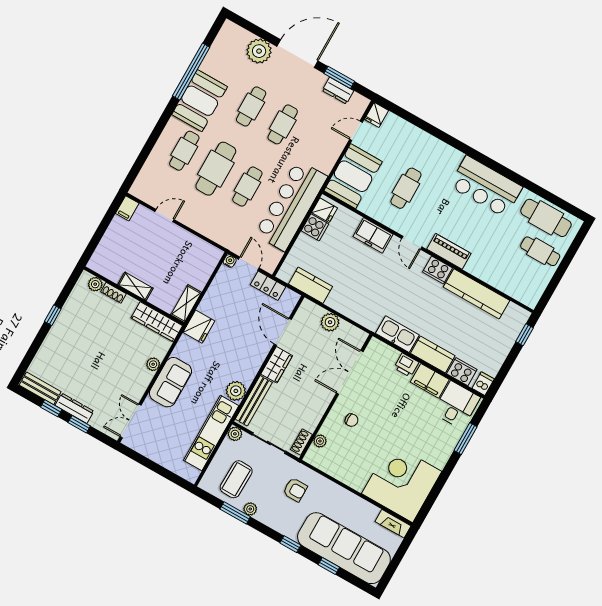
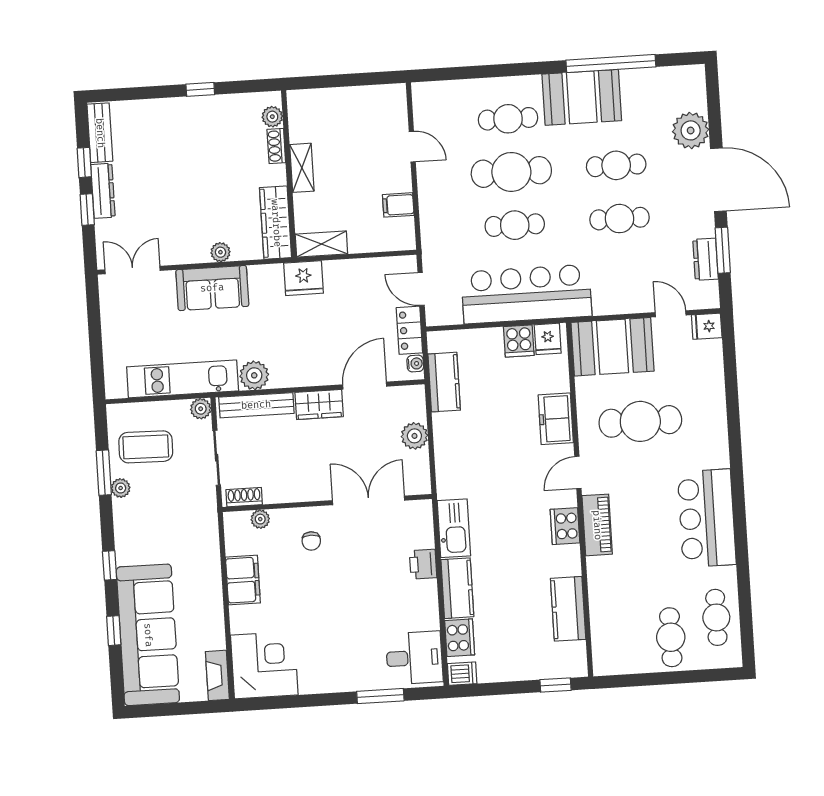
cafe table: (406, 188) -> (640, 421), width x1.37, depth x1.35
filing cabinet: (127, 208) -> (398, 205), moved
cafe table: (546, 218) -> (716, 617), width x0.73, depth x0.74
water cooler: (230, 261) -> (415, 364), moved
door: (249, 264) -> (421, 289), swing flipped
kitchen counter: (476, 294) -> (568, 609), width x0.67
filing cabinet: (430, 381) -> (243, 580), moved, turned 180
corner desk: (402, 482) -> (264, 665), width x0.74, depth x0.74
armchair: (295, 490) -> (180, 528), removed

